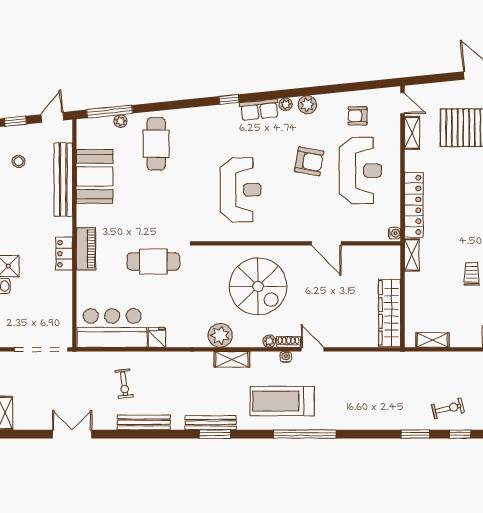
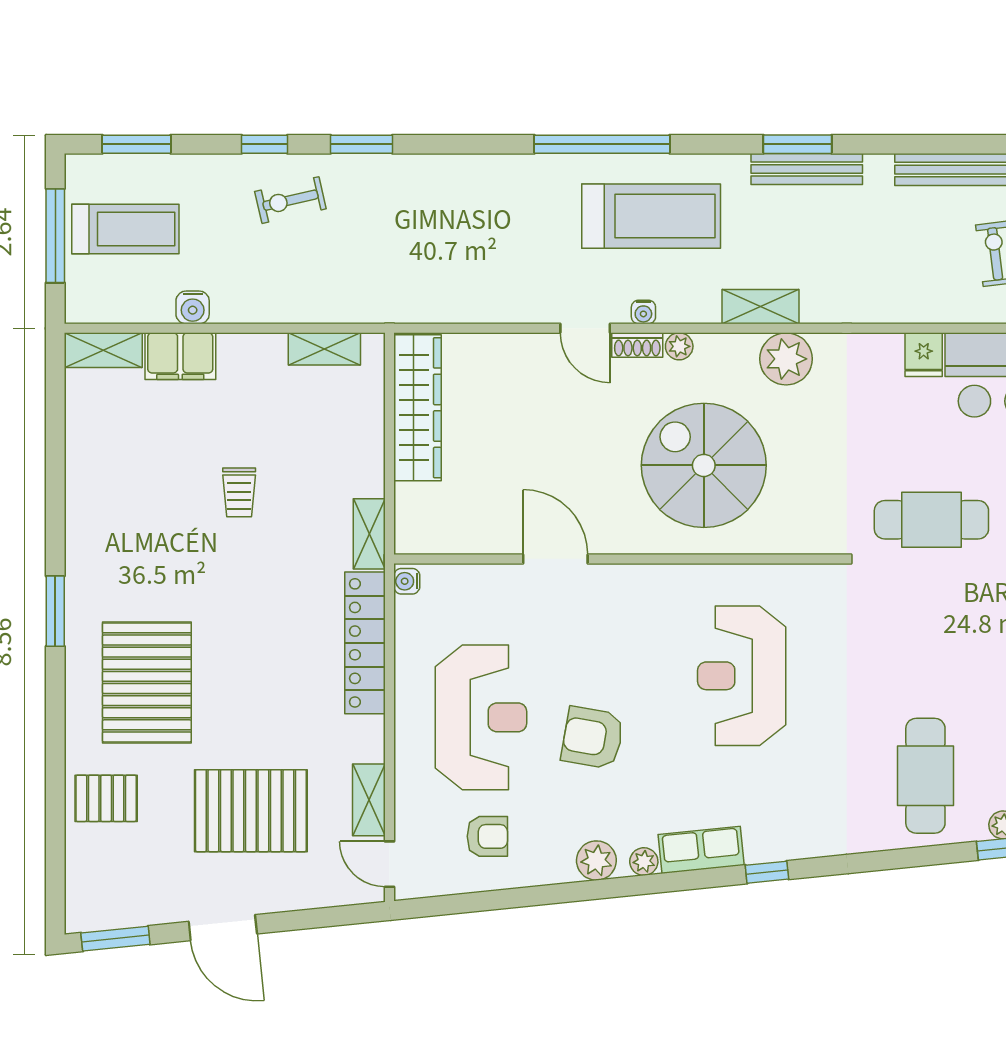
reception desk: (360, 171) -> (481, 717), turned 180

